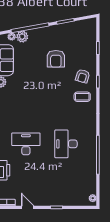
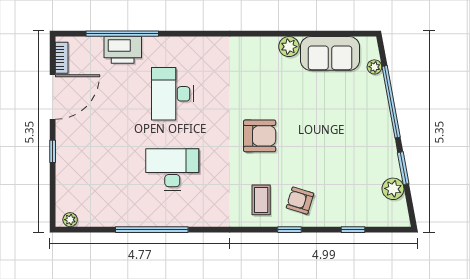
plant: (22, 37) -> (393, 189), moved
armchair: (56, 59) -> (260, 136), moved, turned 180
desk: (26, 144) -> (172, 94), turned 180
door: (28, 207) -> (53, 97), width x1.88

